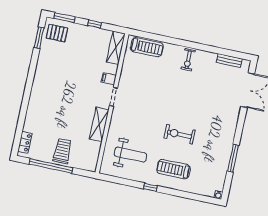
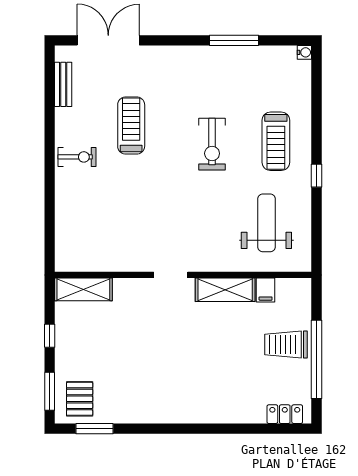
treadmill: (147, 47) -> (131, 126), moved
filing cabinet: (109, 79) -> (266, 290), moved

